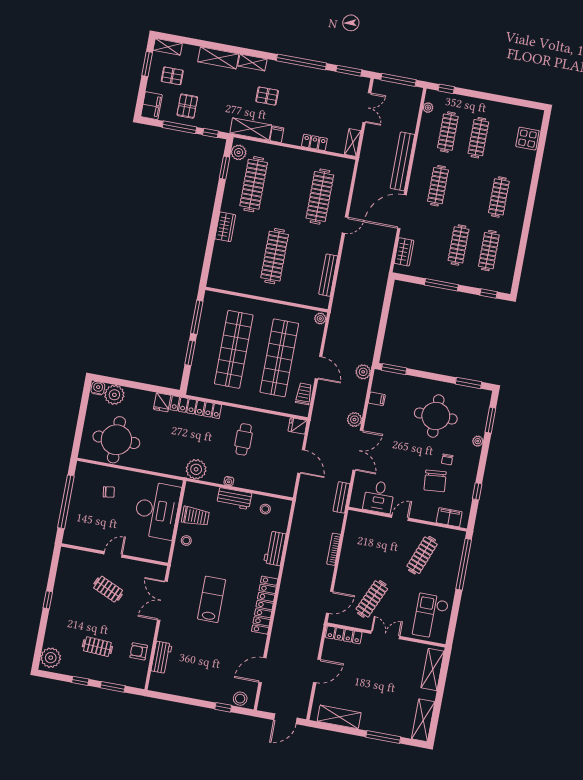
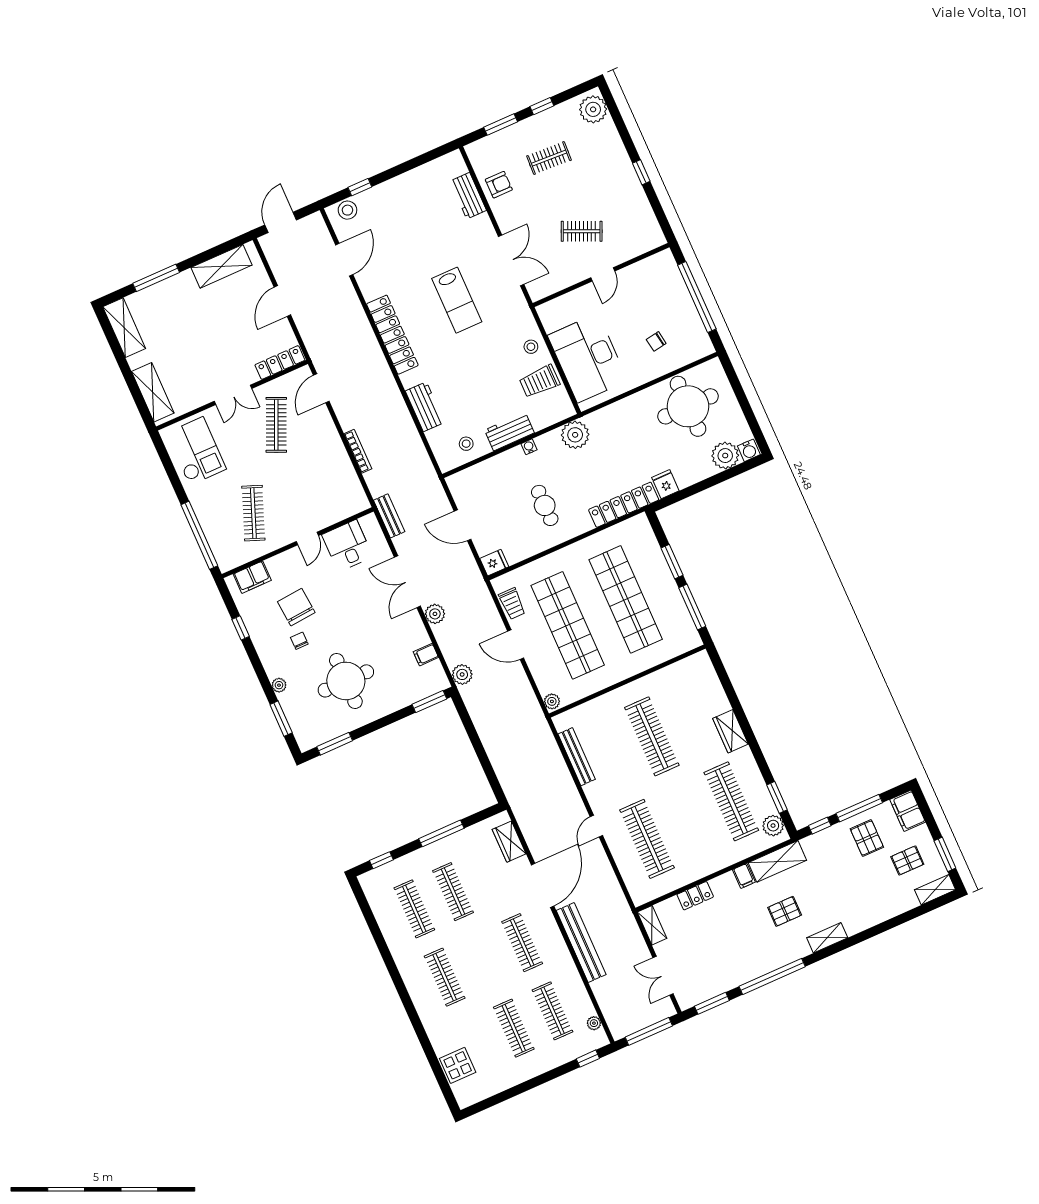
shelving: (218, 58) -> (869, 917), removed

